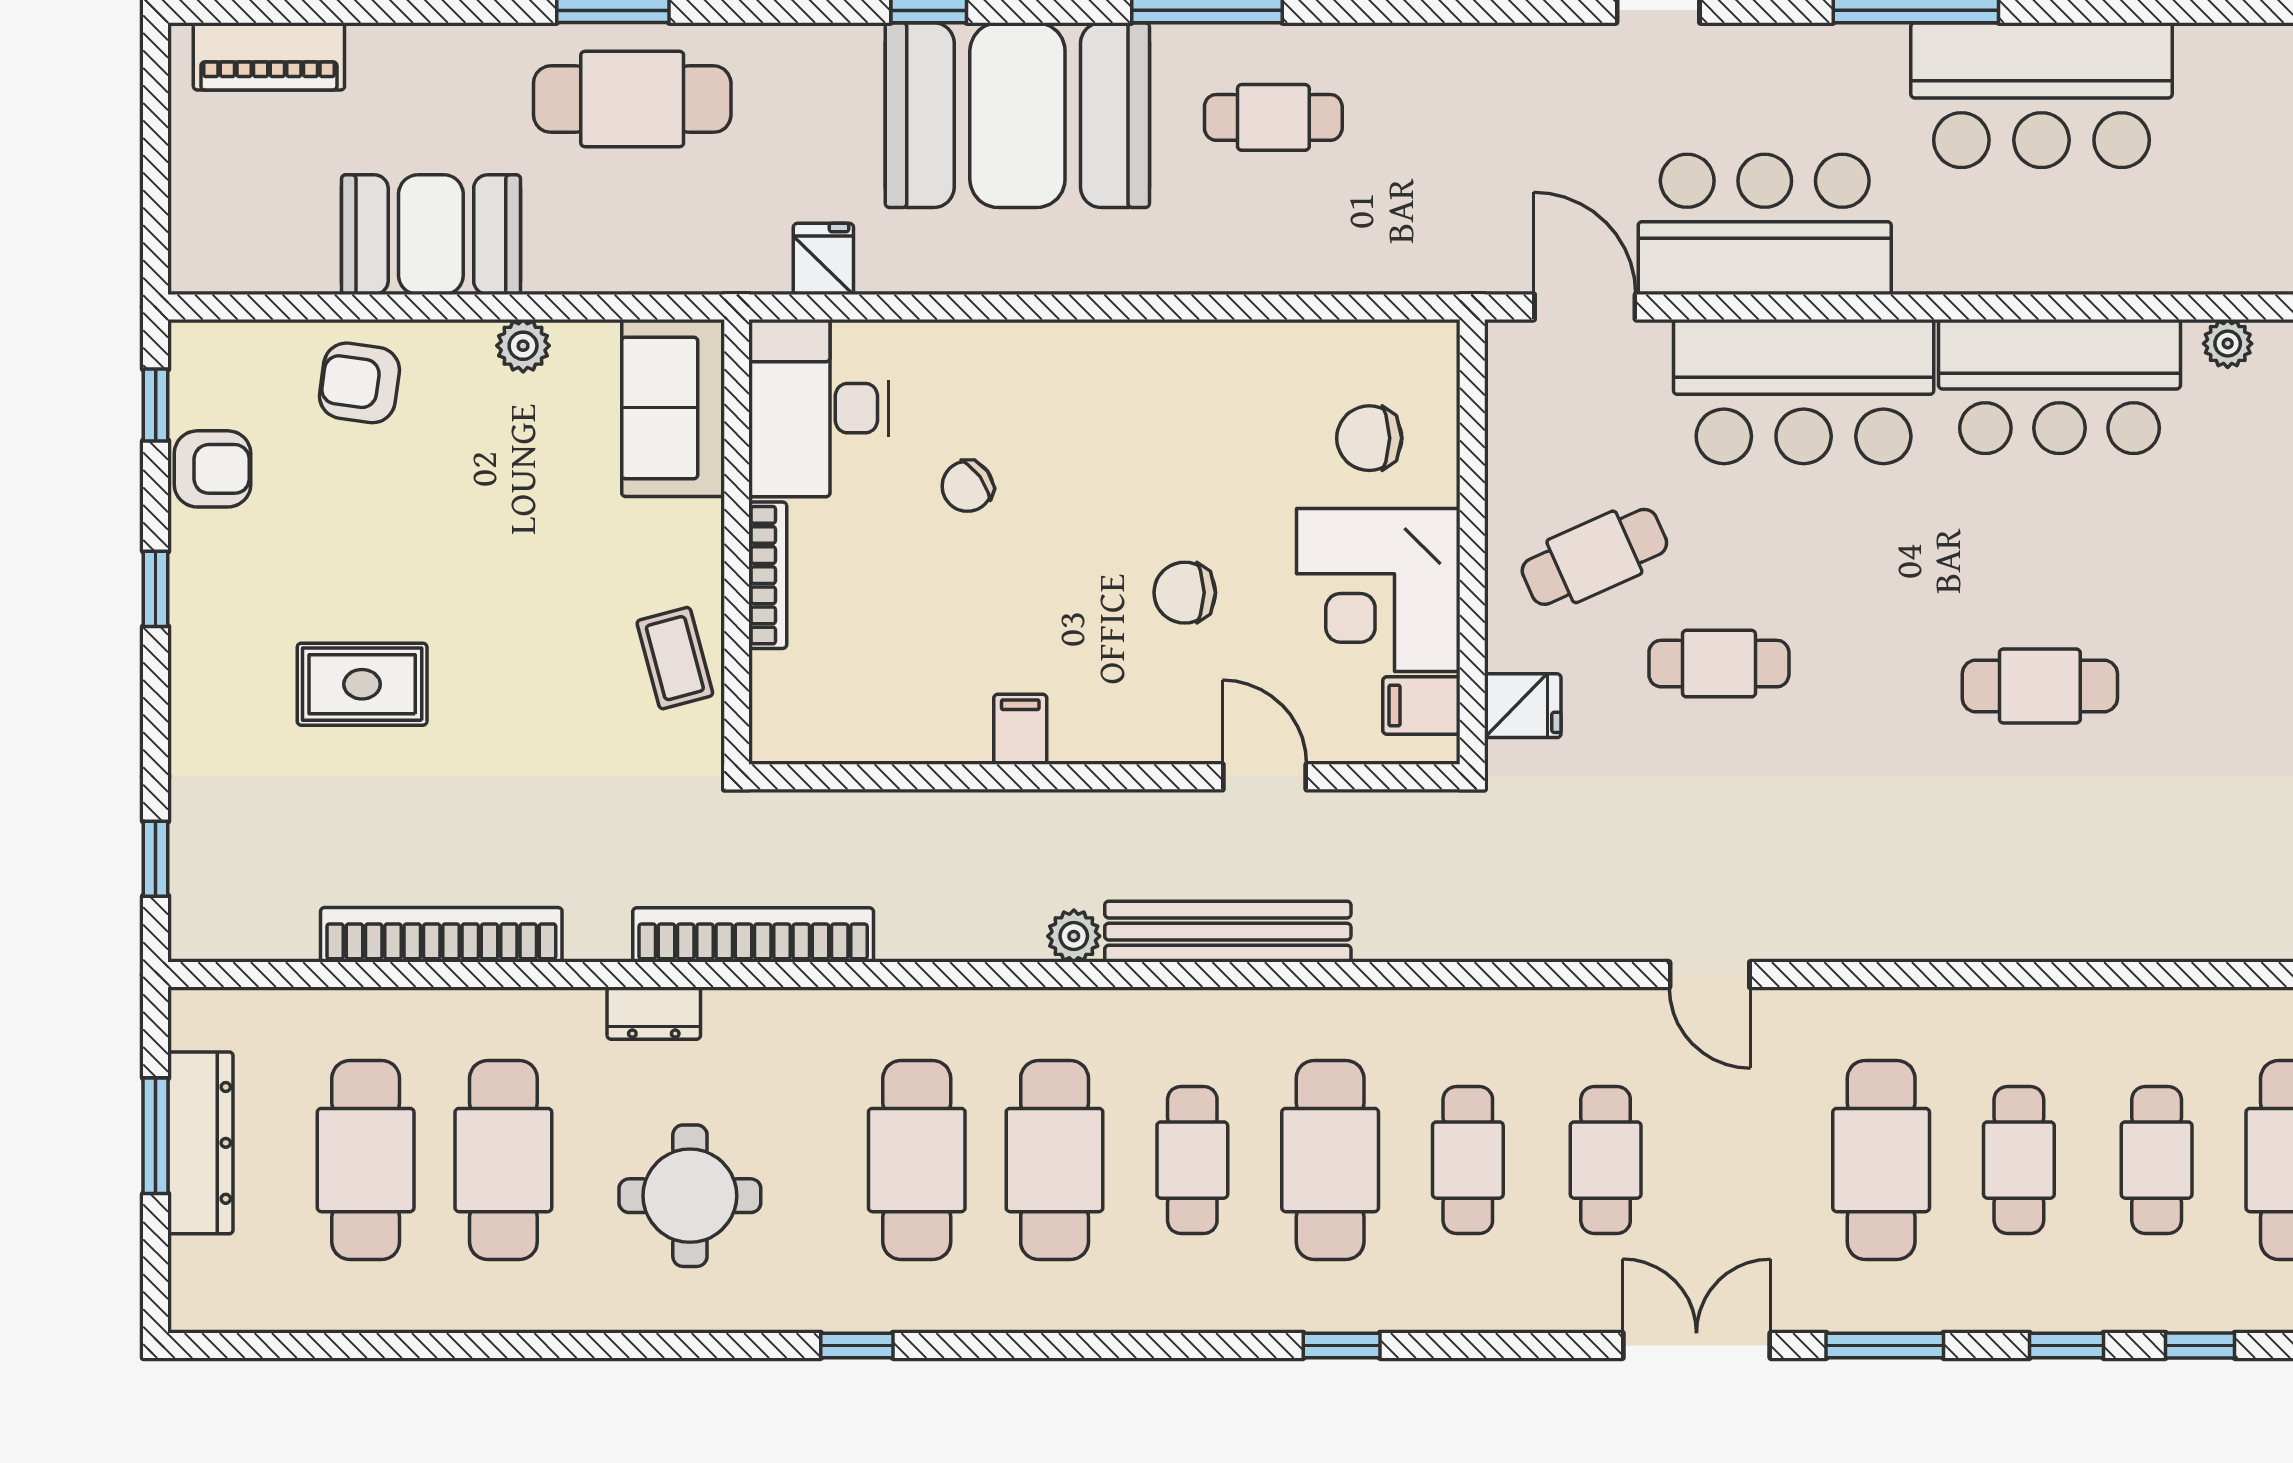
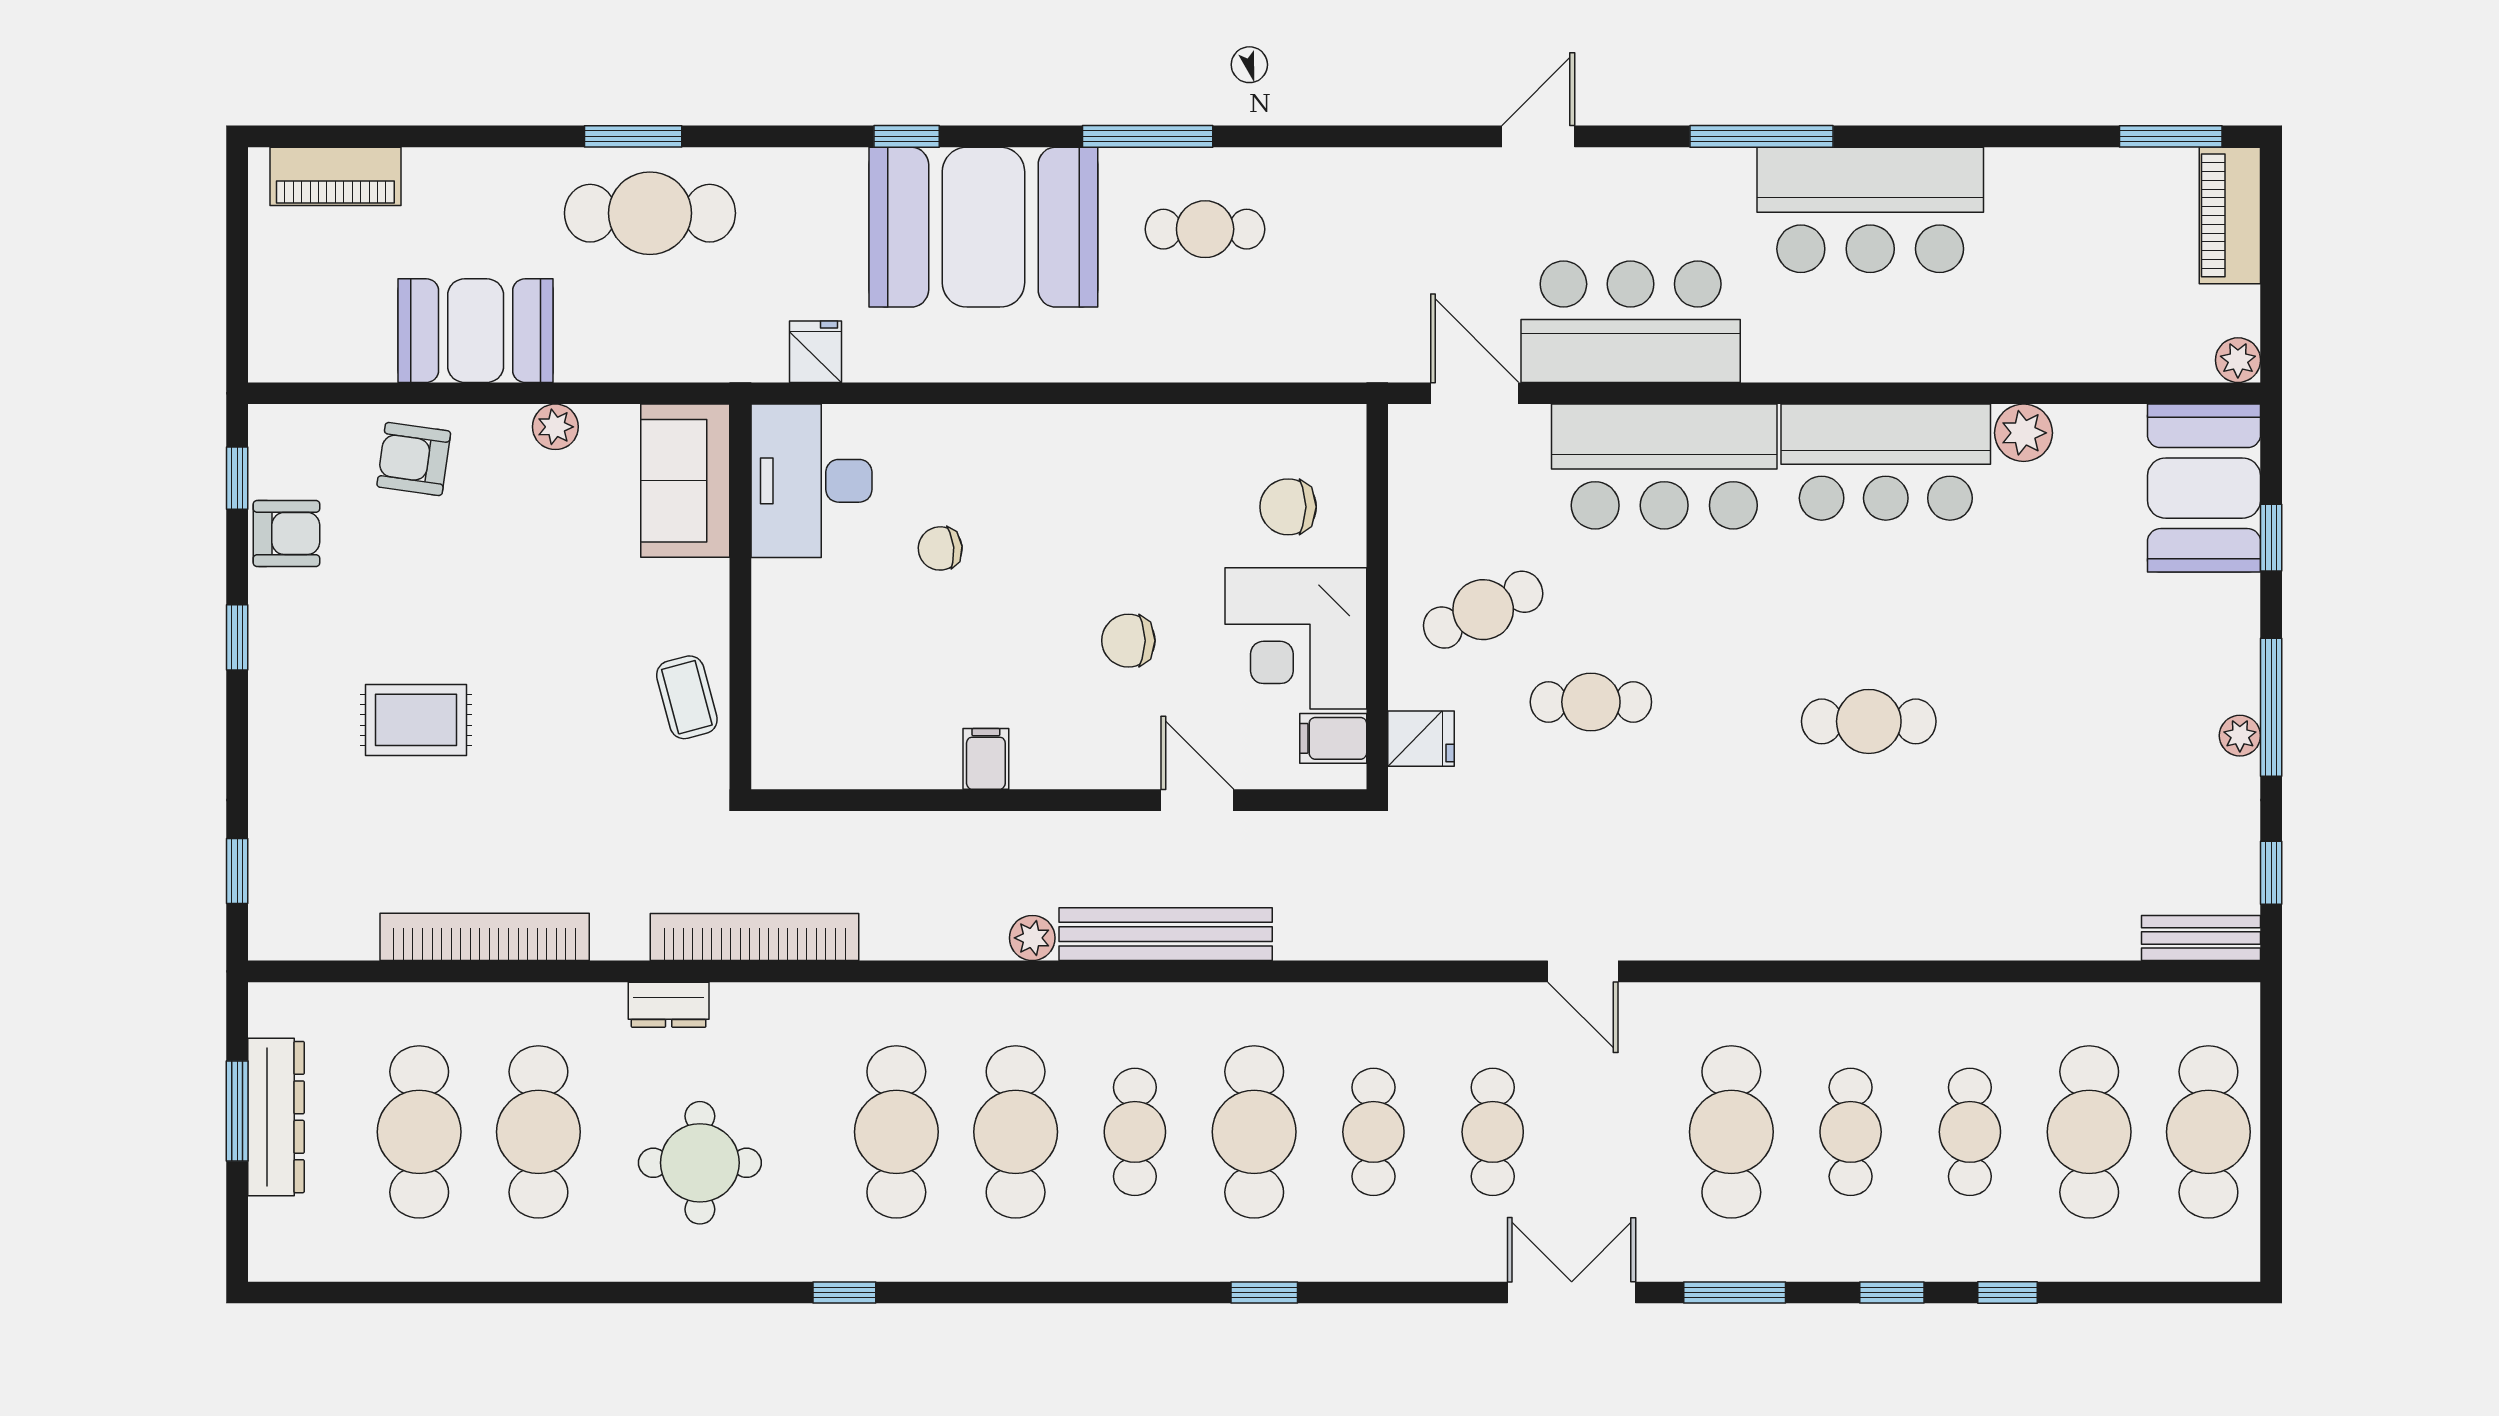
plant: (2228, 344) -> (2024, 433), width x1.38, depth x1.38
chair: (967, 486) -> (940, 548), turned 30
bookcase: (768, 575) -> (767, 626), removed

